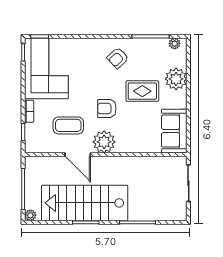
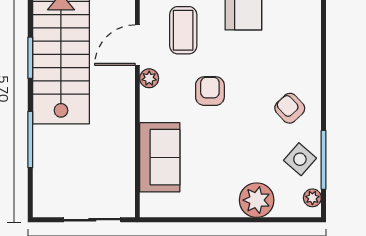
side table: (150, 51) -> (300, 159), added
rug: (142, 91) -> (237, 147), removed
sofa: (174, 131) -> (160, 157), moved, turned 90
plant: (104, 142) -> (149, 78), width x0.53, depth x0.53

